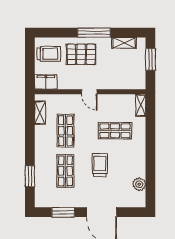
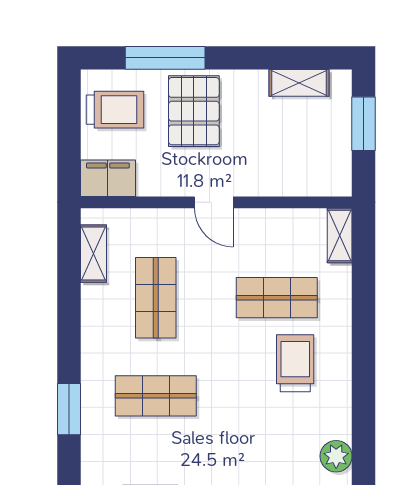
window: (94, 33) -> (165, 58), moved
pallet: (81, 54) -> (194, 111), turned 90
trolley: (100, 165) -> (295, 363), moved
shop shelf: (65, 171) -> (156, 396), turned 90
plant: (139, 184) -> (336, 456), moved

